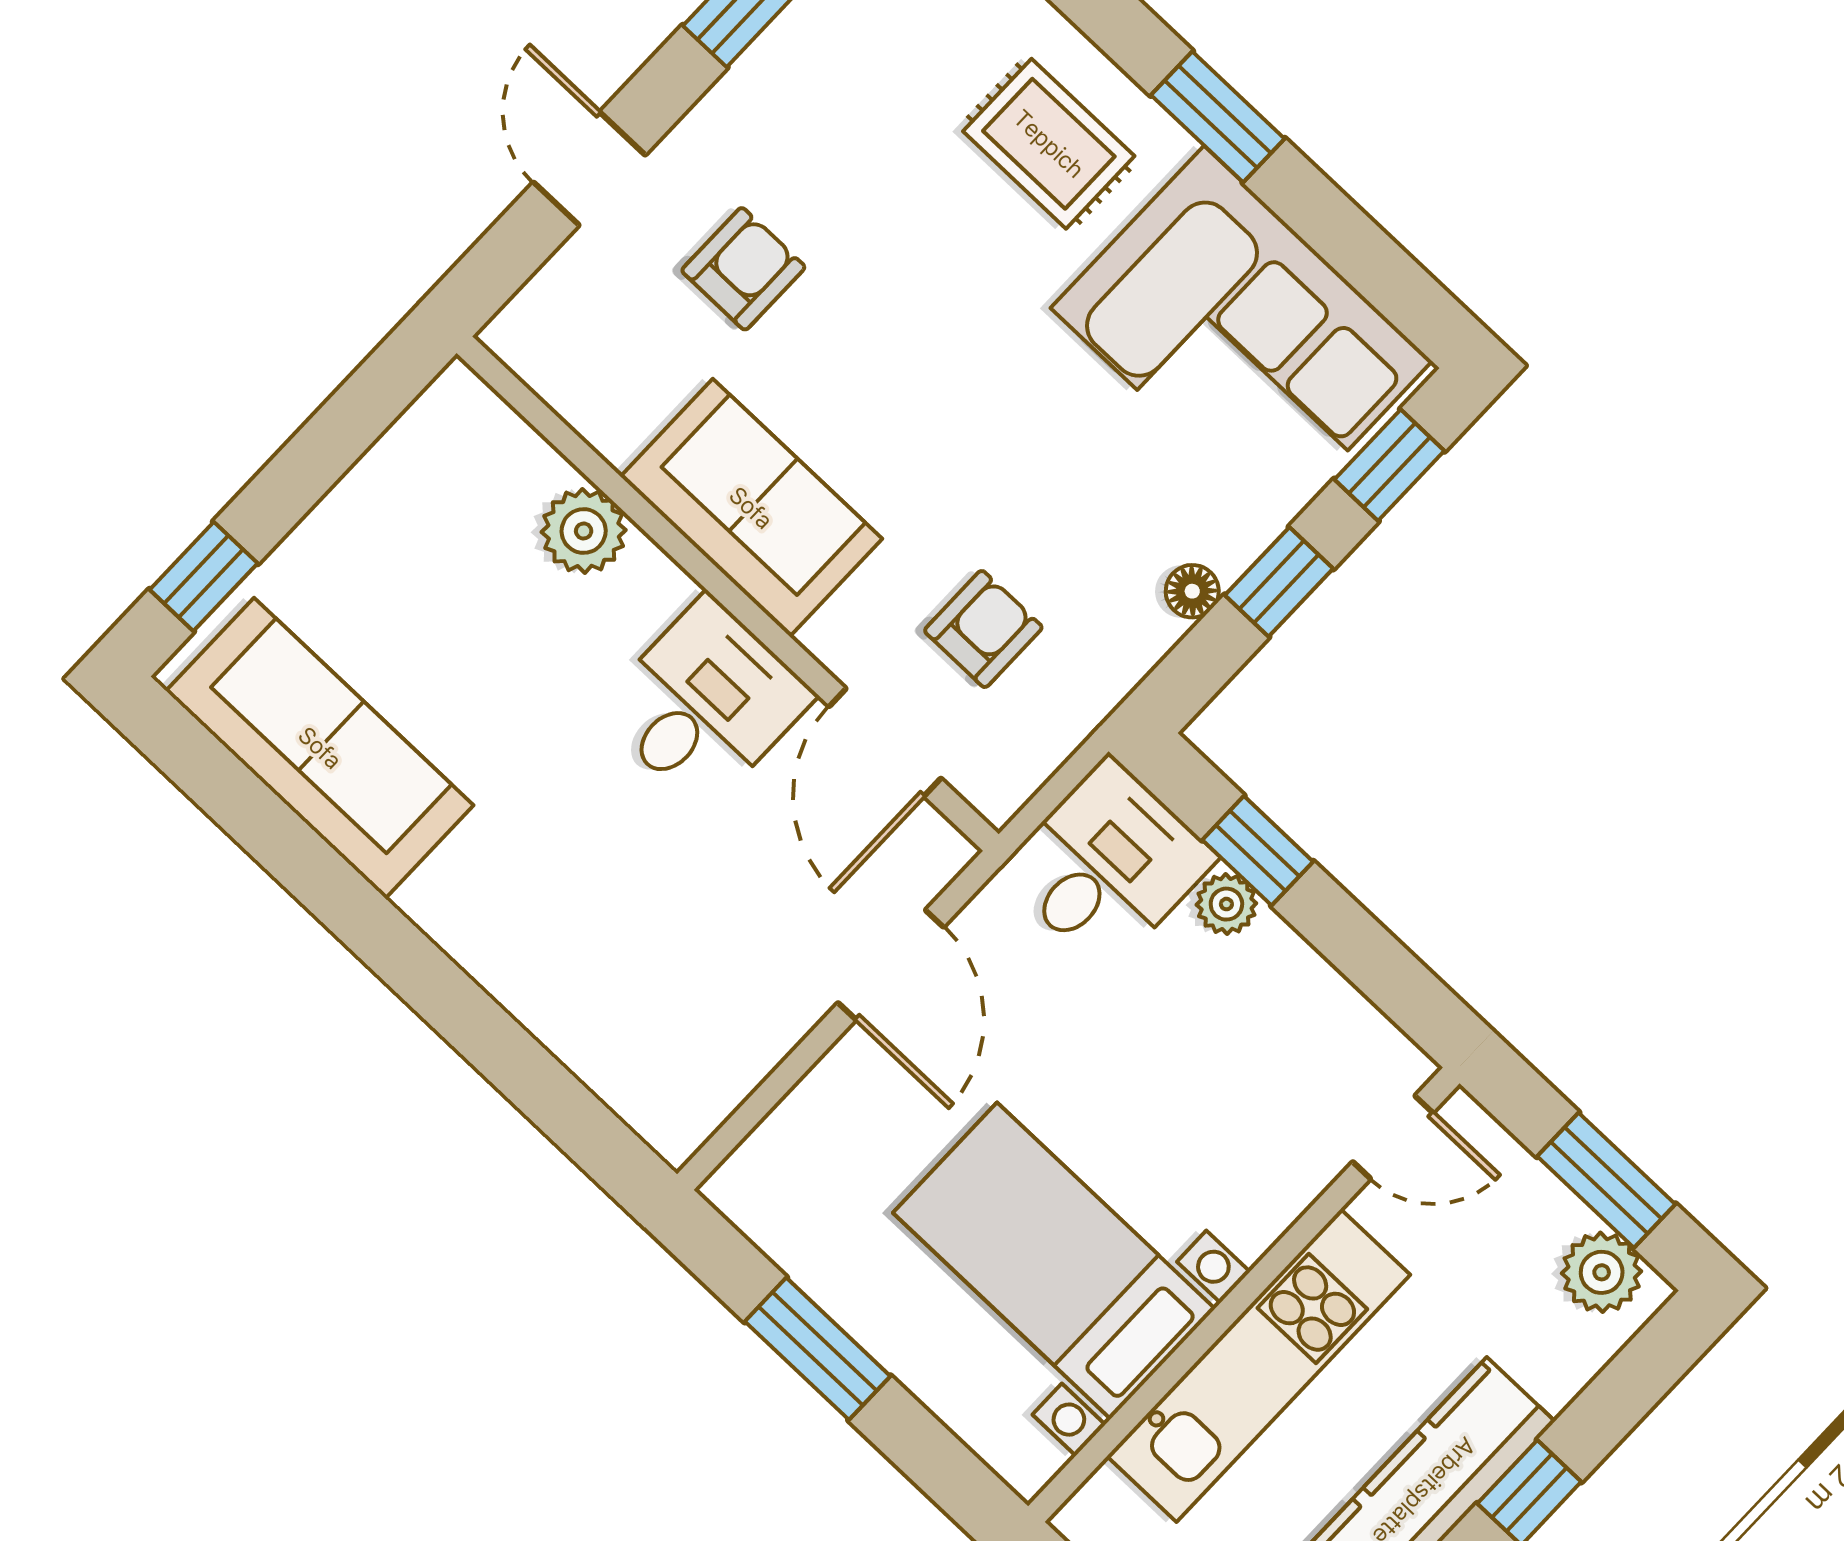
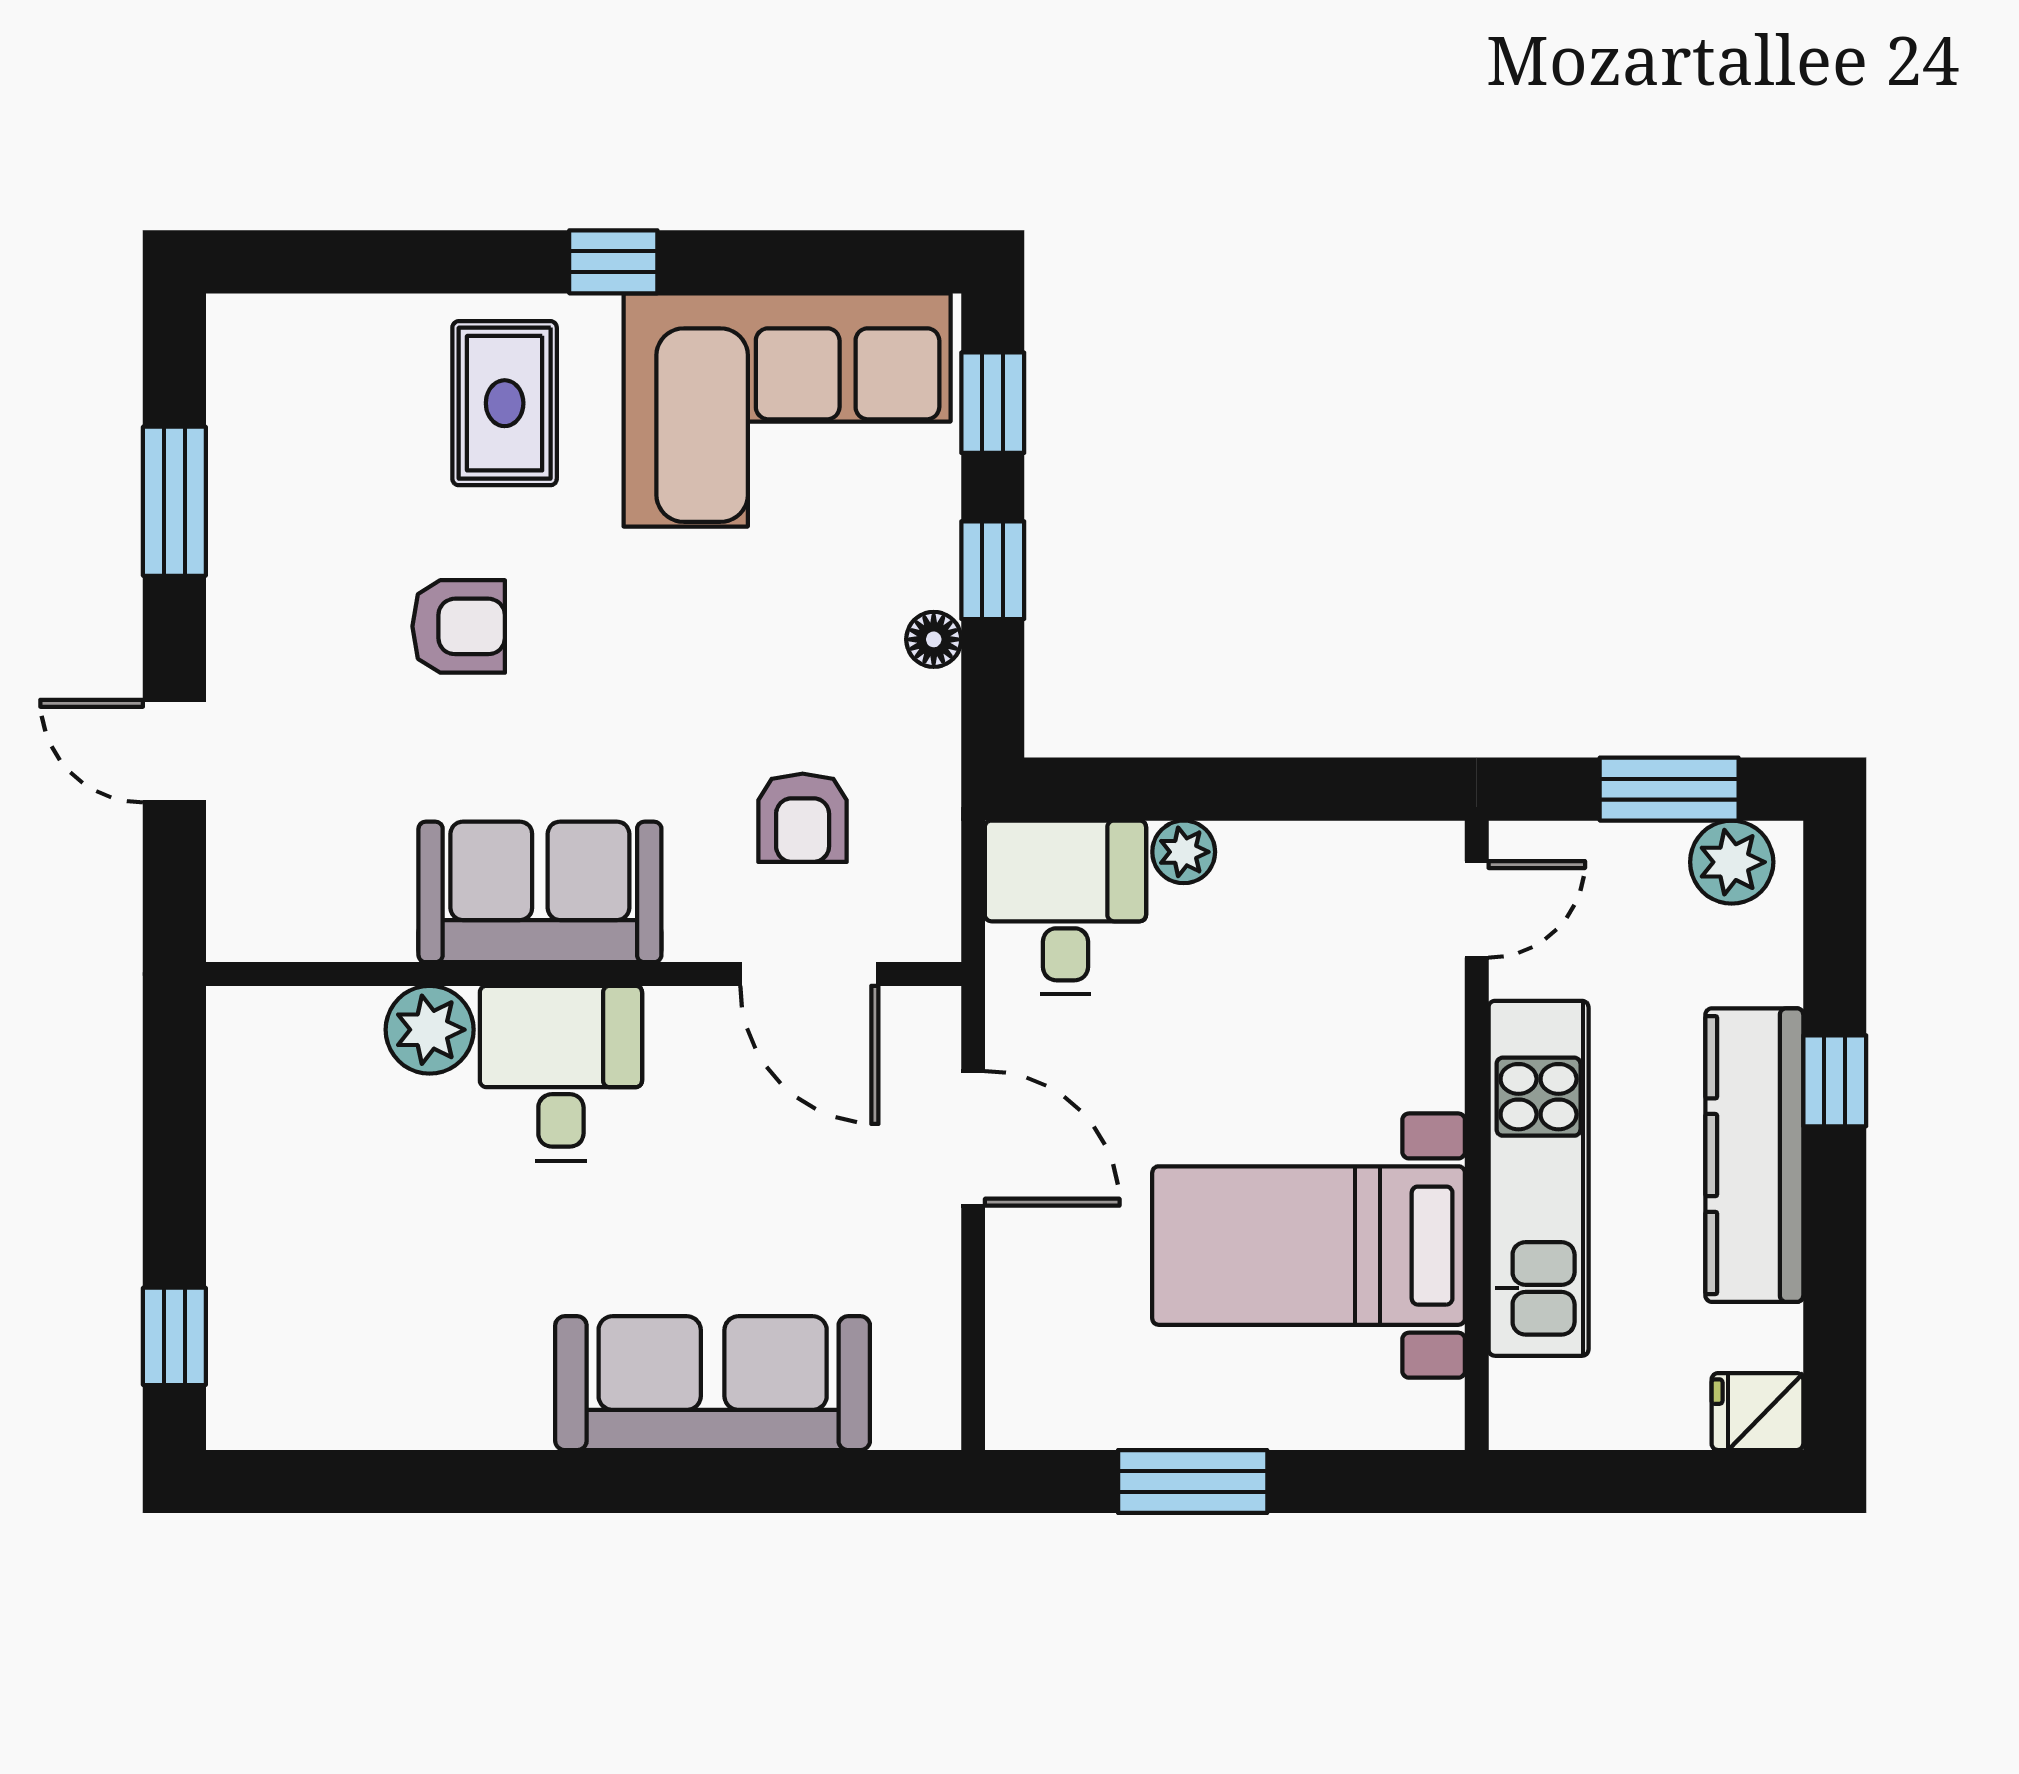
window: (1218, 117) -> (613, 262), width x0.67
rug: (1049, 144) -> (505, 403), turned 90
armchair: (743, 269) -> (459, 626), moved, turned 90
armchair: (983, 629) -> (803, 818), turned 180
desk: (705, 703) -> (561, 1073), moved
sofa: (320, 748) -> (713, 1383), moved
window: (1258, 851) -> (1169, 789), removed

